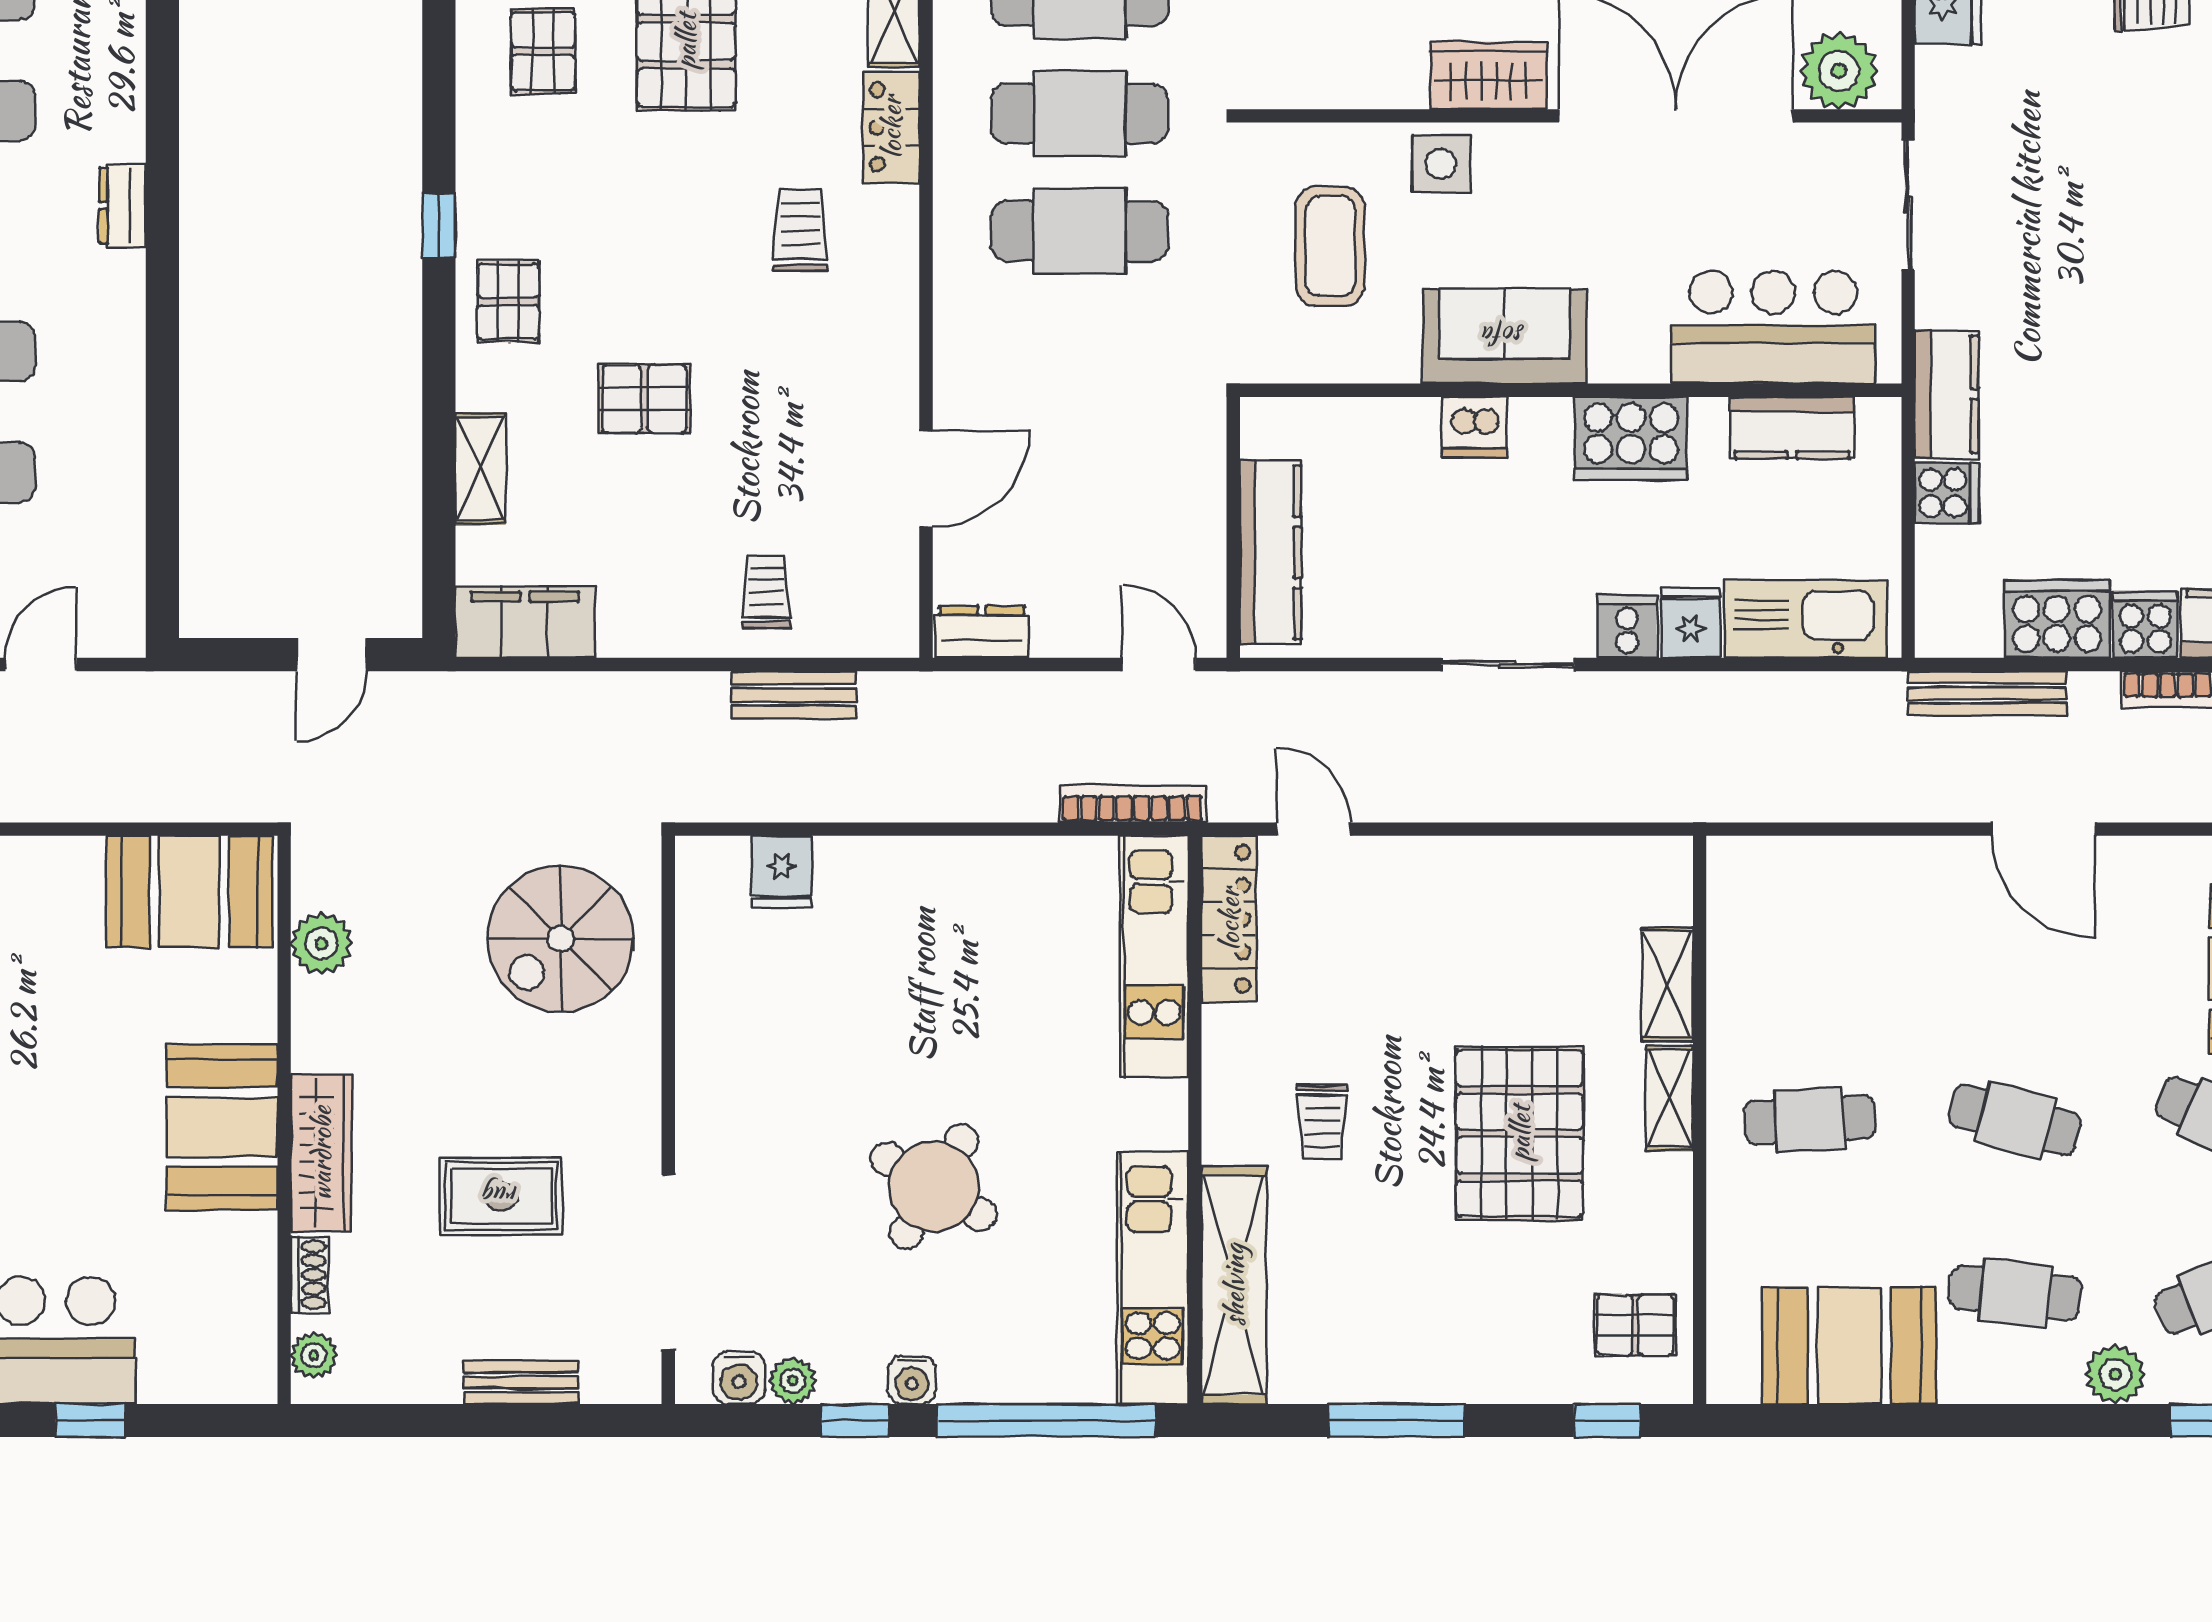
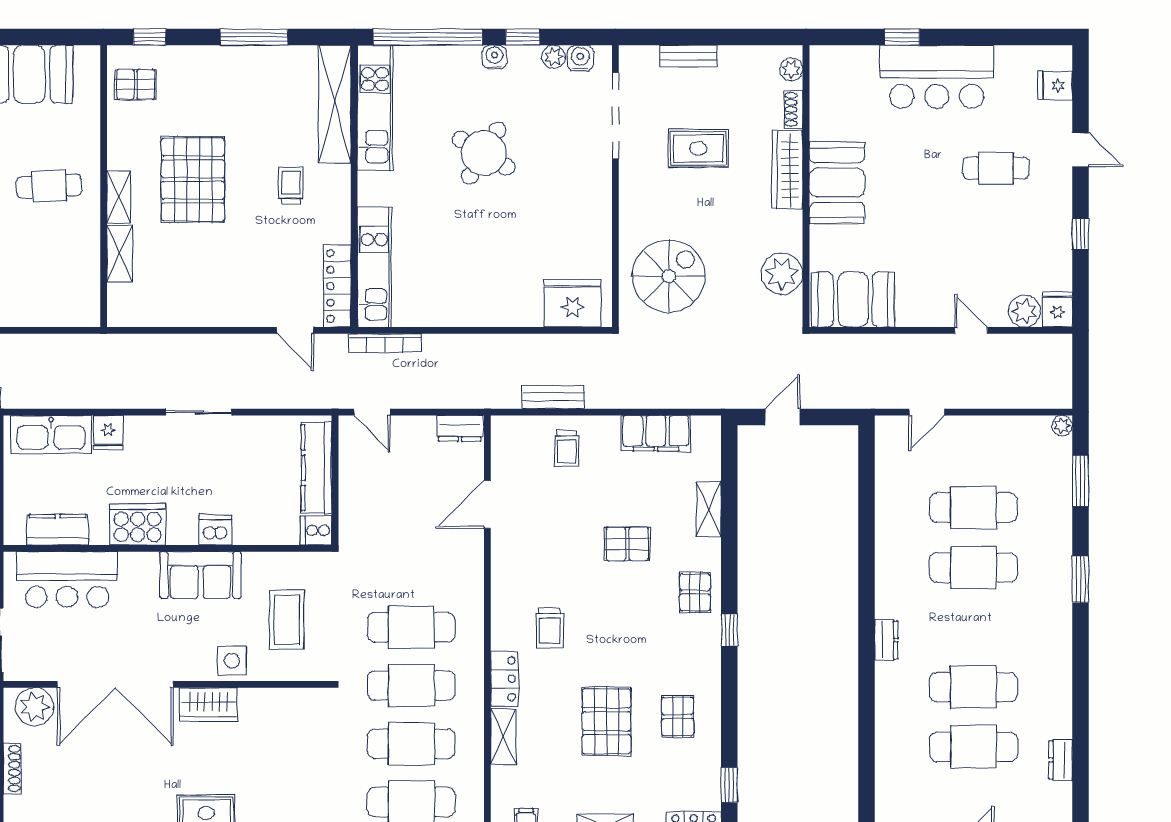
filing cabinet: (525, 622) -> (656, 433), moved
cooker: (1627, 627) -> (316, 530), moved, turned 90
fridge: (782, 872) -> (572, 303), width x1.88, depth x1.34
plant: (321, 943) -> (782, 274), width x1.36, depth x1.36

